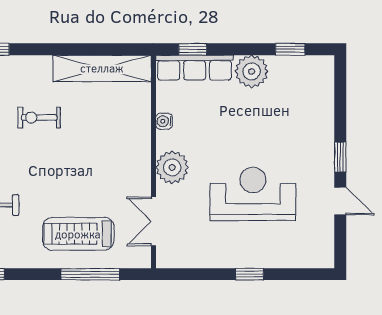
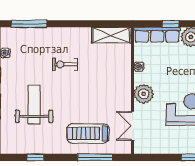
window: (193, 49) -> (170, 24), moved
shelving: (102, 68) -> (111, 35), width x0.68

